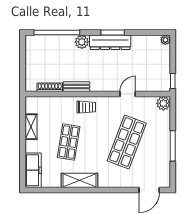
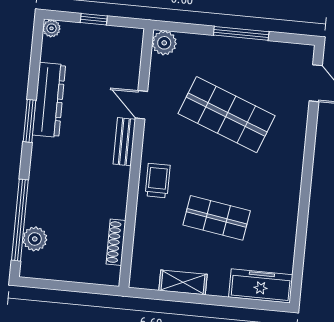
plant: (82, 42) -> (35, 239), moved
dresser: (110, 42) -> (49, 100), moved
window: (173, 81) -> (94, 19), moved
bench: (77, 87) -> (124, 142), moved
shelving: (79, 180) -> (287, 205), removed

